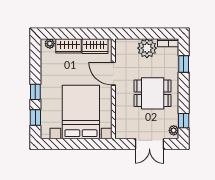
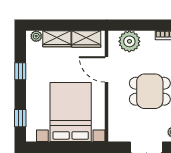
plant: (147, 48) -> (129, 41), moved
window: (35, 92) -> (20, 71), moved

